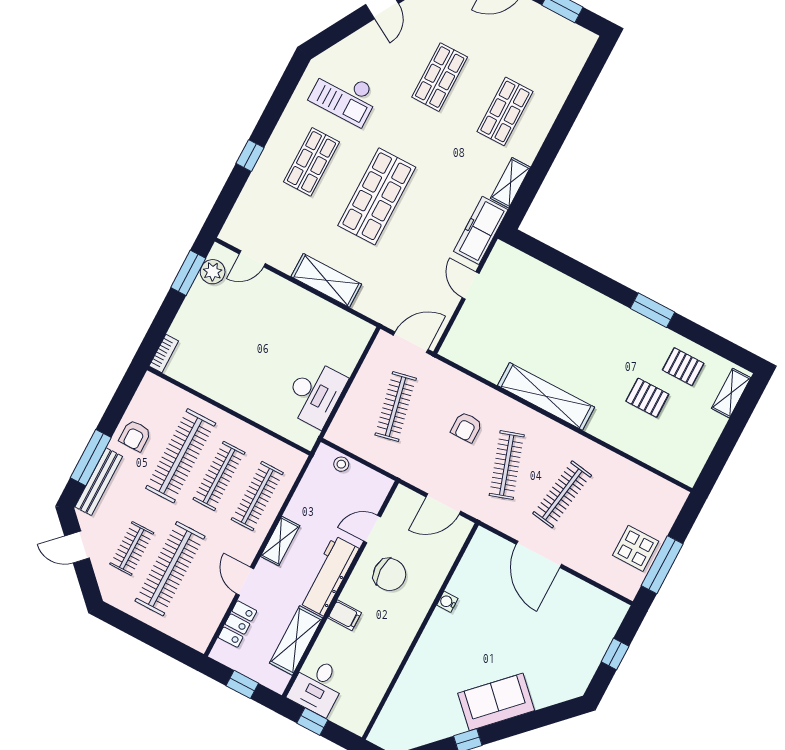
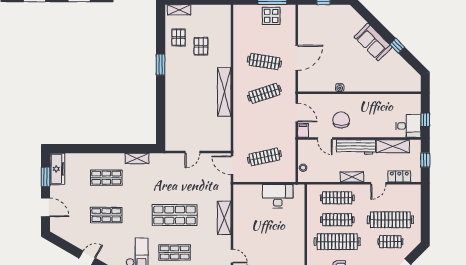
freezer: (481, 230) -> (57, 169), moved, turned -90
armchair: (467, 427) -> (257, 120), removed
filing cabinet: (345, 615) -> (303, 130), moved

